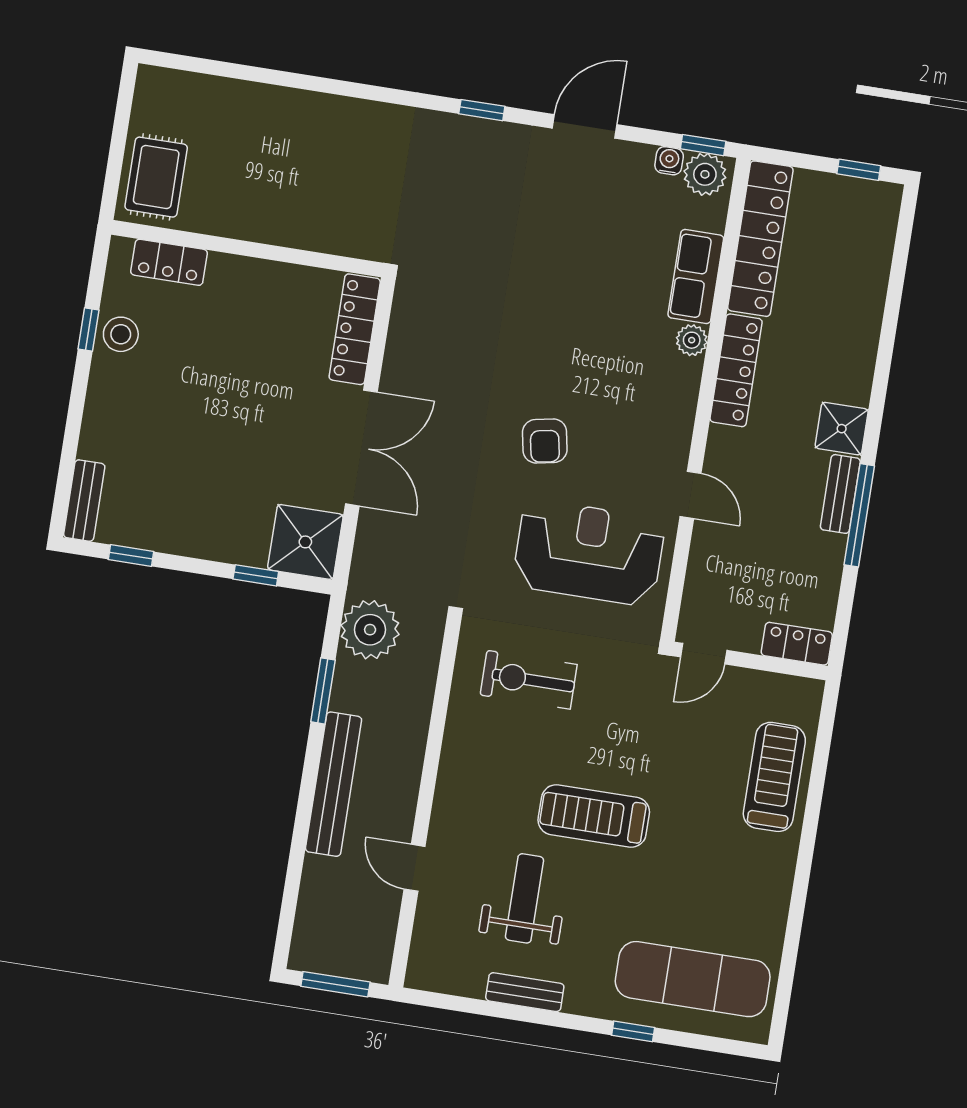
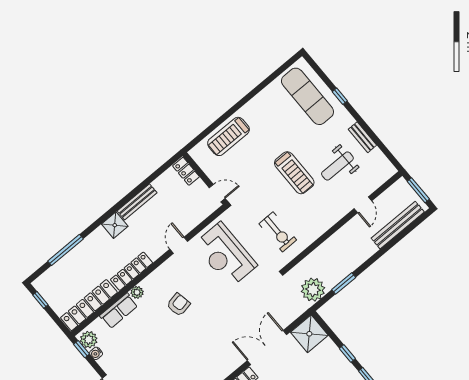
armchair: (545, 441) -> (178, 305), moved
bench: (840, 494) -> (137, 202), width x1.36
window: (859, 515) -> (65, 250), moved
window: (256, 575) -> (347, 353), moved
bench: (334, 784) -> (398, 225), moved

